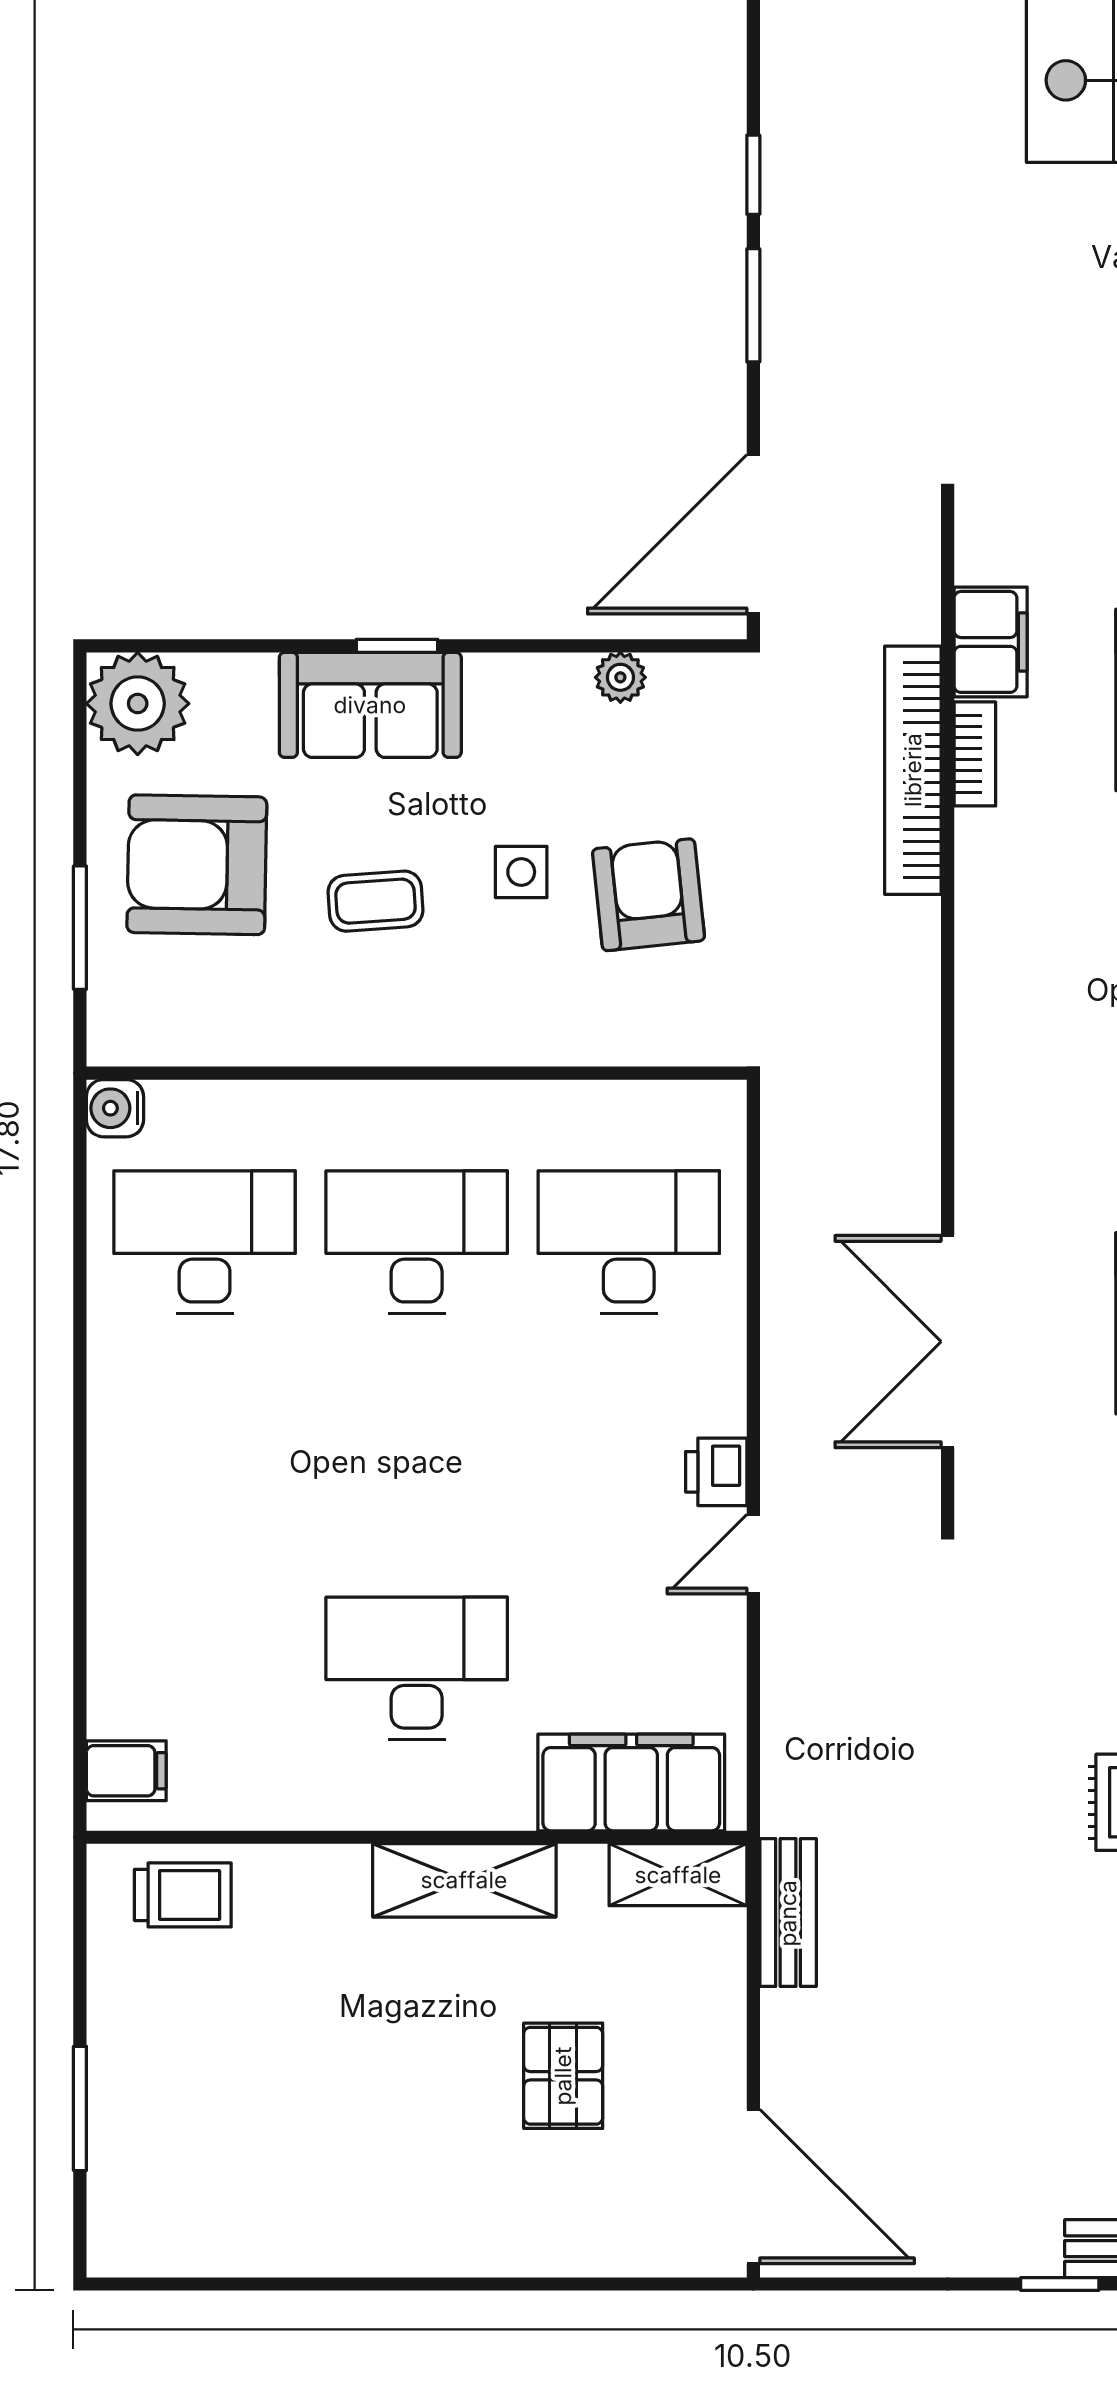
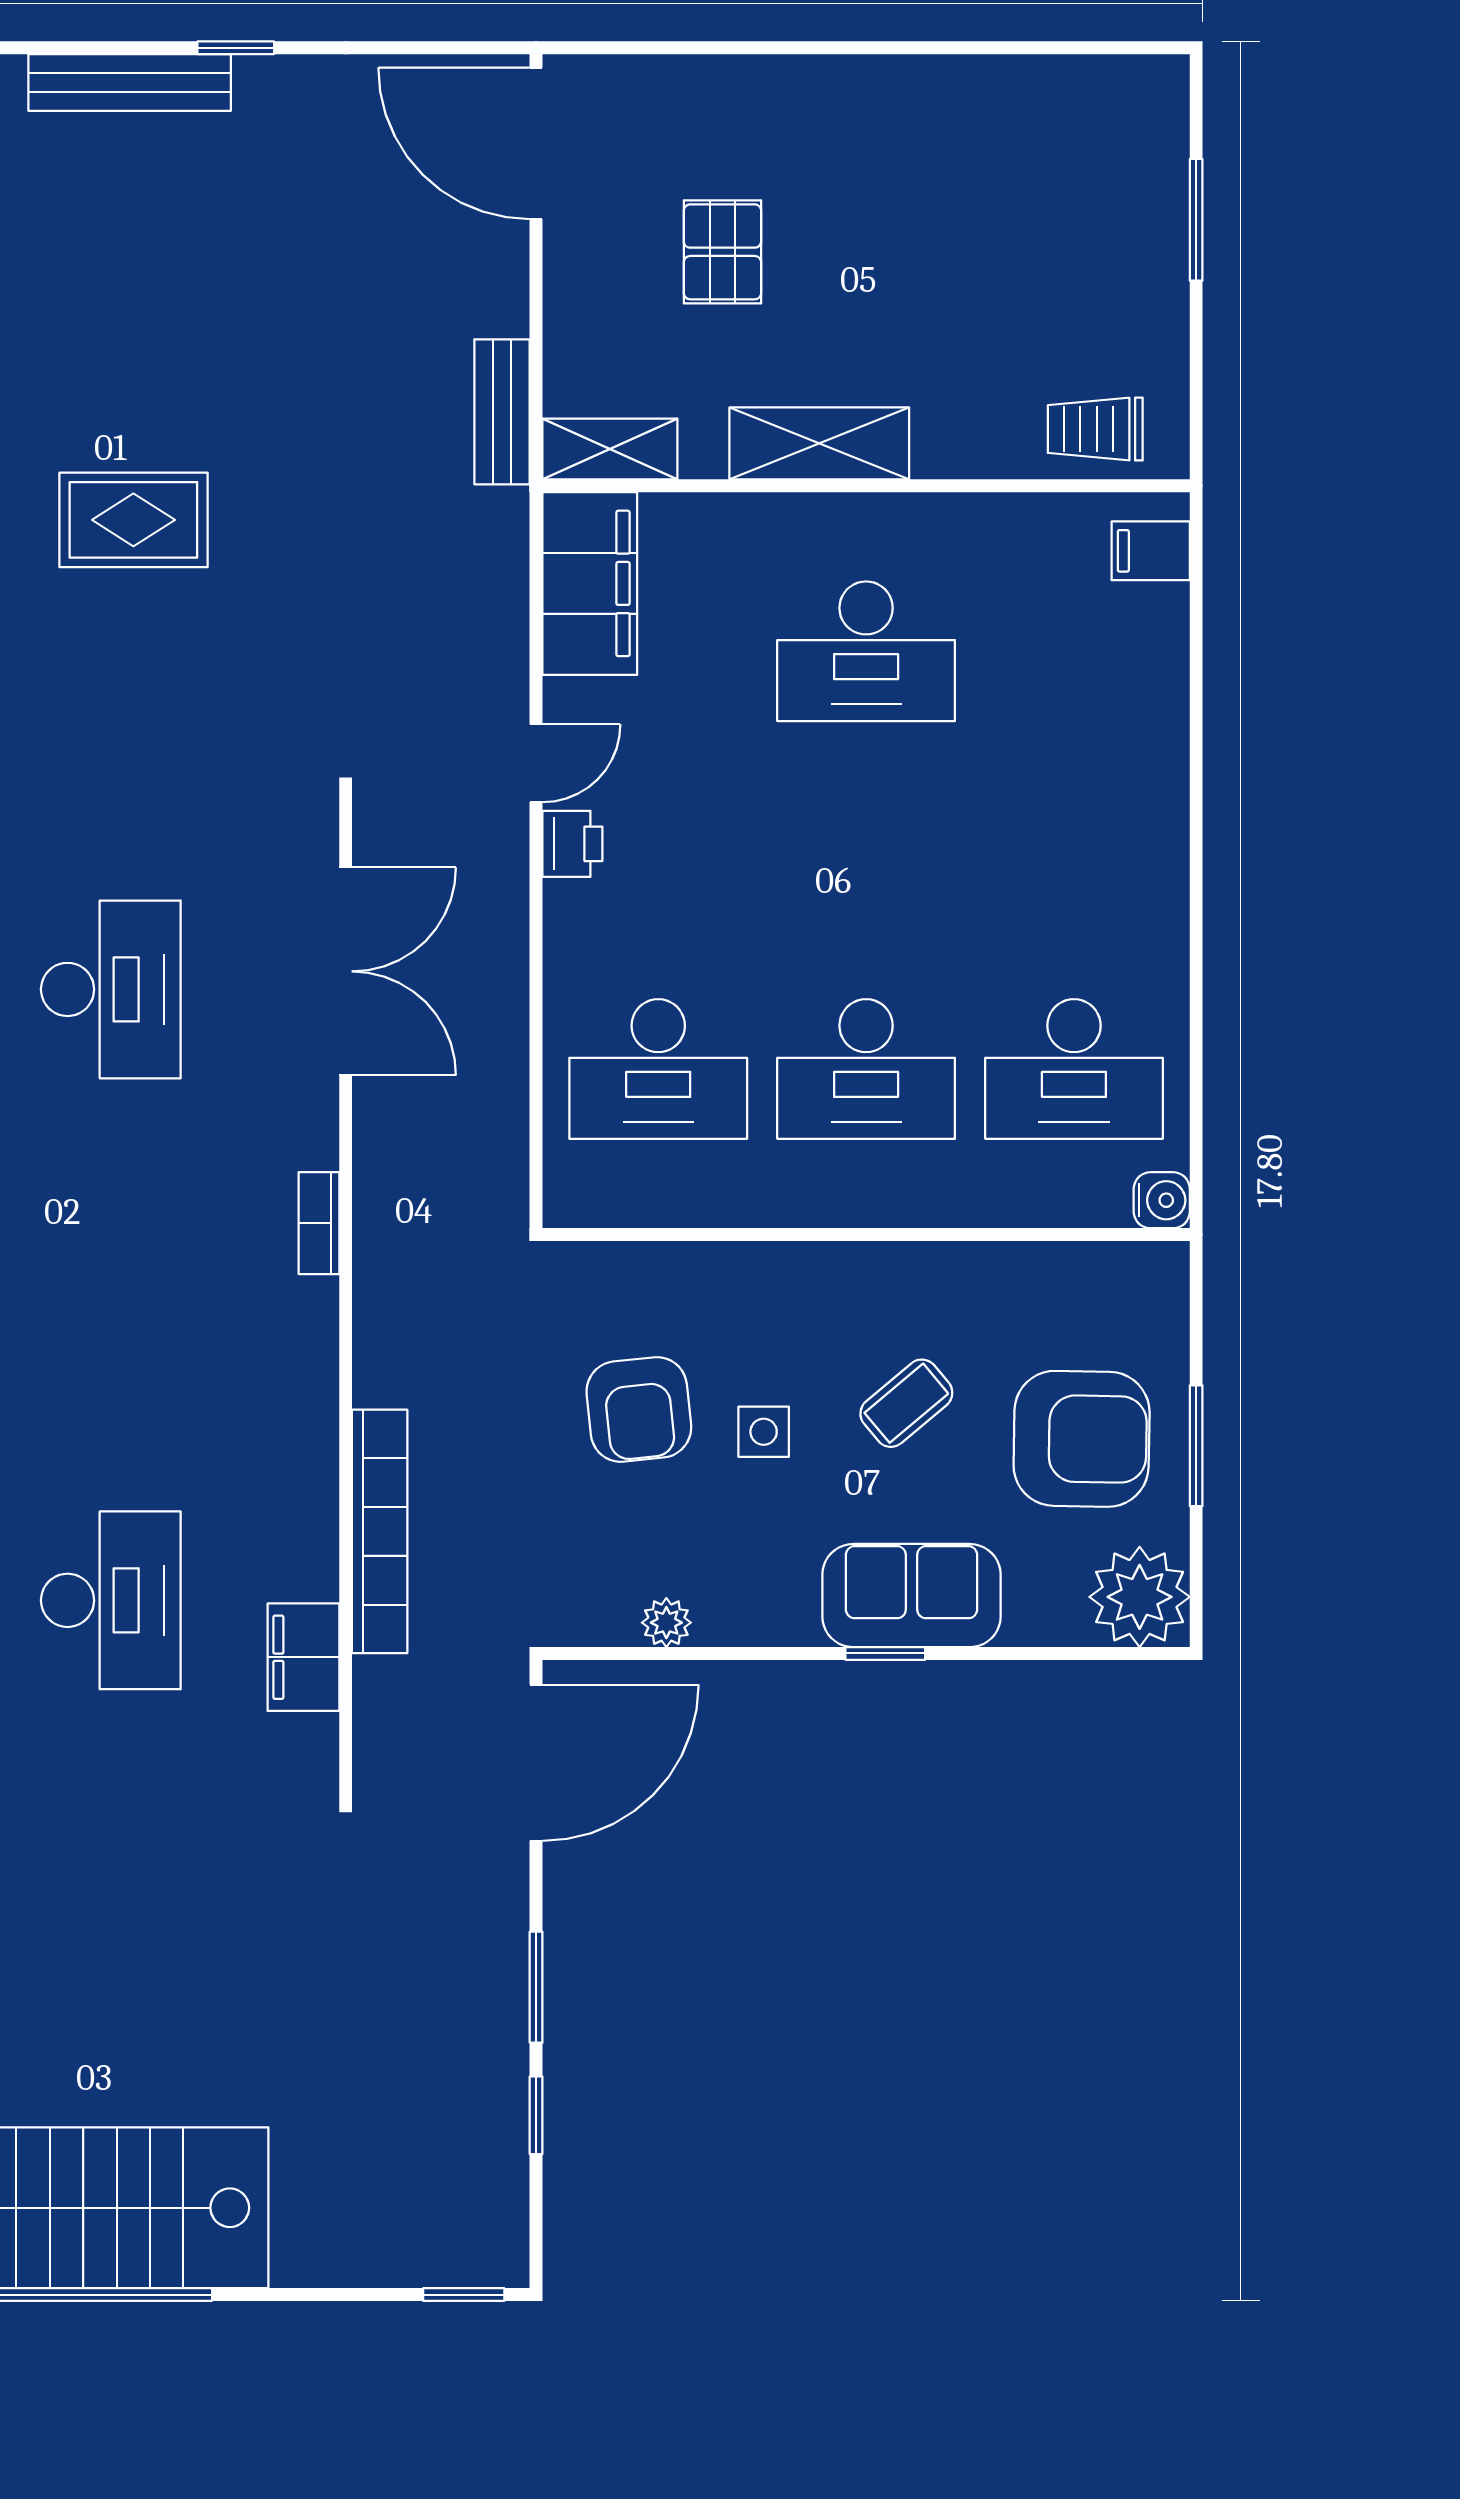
bookcase: (975, 754) -> (319, 1223), moved
coffee table: (376, 901) -> (906, 1403), turned -36
window: (80, 928) -> (1196, 1446), moved
filing cabinet: (631, 1782) -> (590, 583), moved, turned -90

